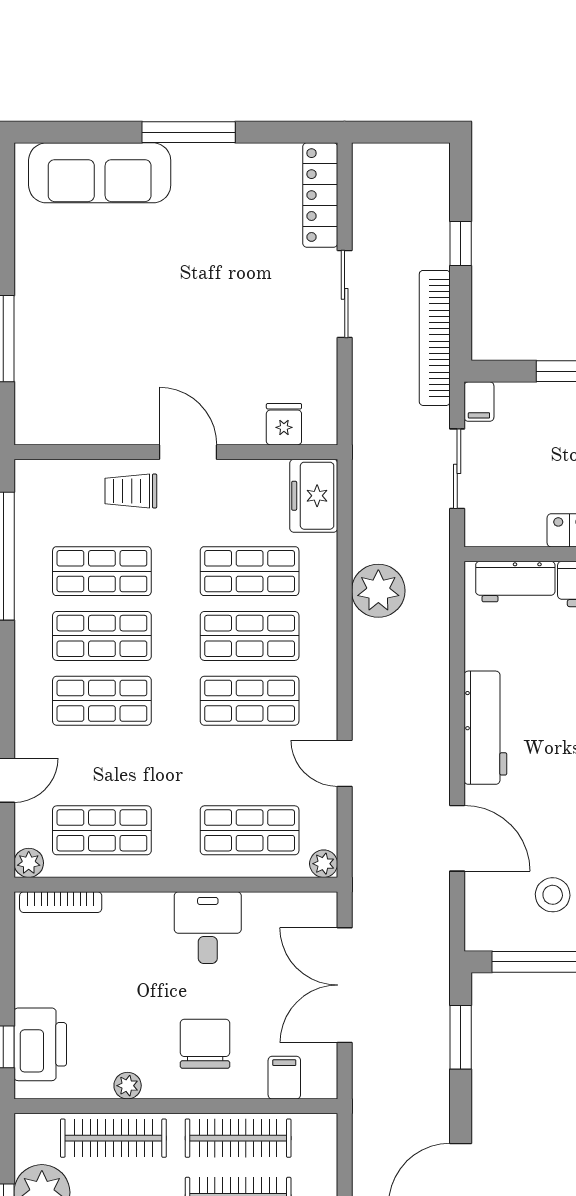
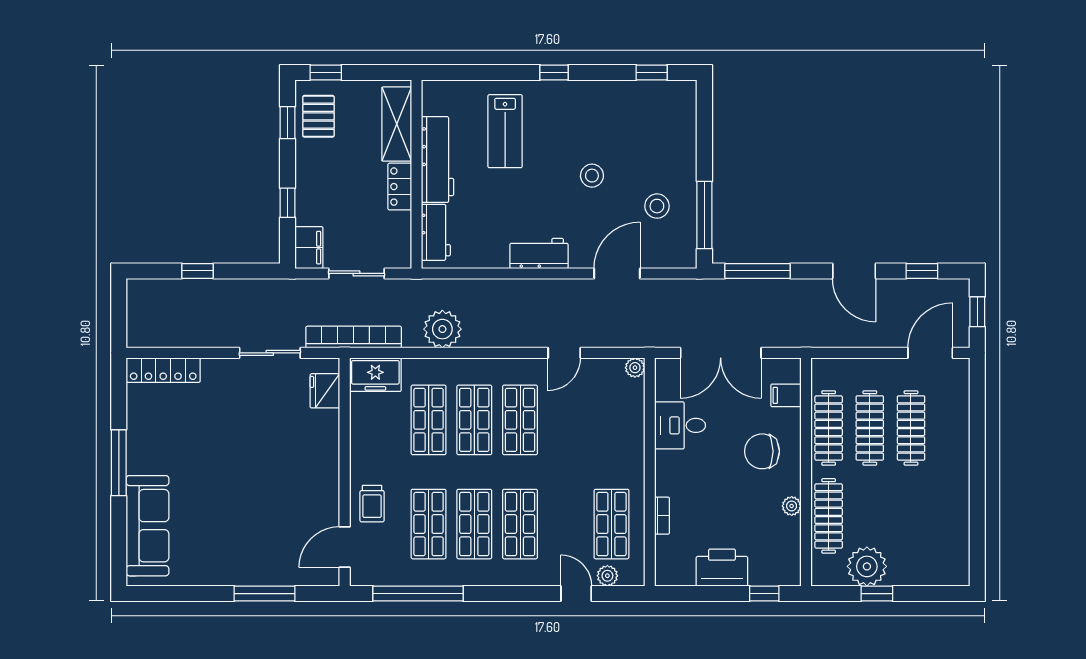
sliding door: (345, 294) -> (270, 353), moved
bookcase: (435, 338) -> (354, 337), moved, turned 180
filing cabinet: (479, 402) -> (309, 248), width x2.00
fridge: (284, 424) -> (325, 391), width x1.38
door: (188, 452) -> (345, 547), moved
workbench: (485, 728) -> (539, 253), width x0.73
shop shelf: (250, 830) -> (611, 420), removed
plant: (29, 863) -> (607, 576), moved
bookcase: (61, 902) -> (662, 516), moved, width x0.64
desk: (208, 928) -> (680, 425), moved
window: (461, 1037) -> (757, 271), width x1.44
printer: (40, 1044) -> (722, 568), moved

